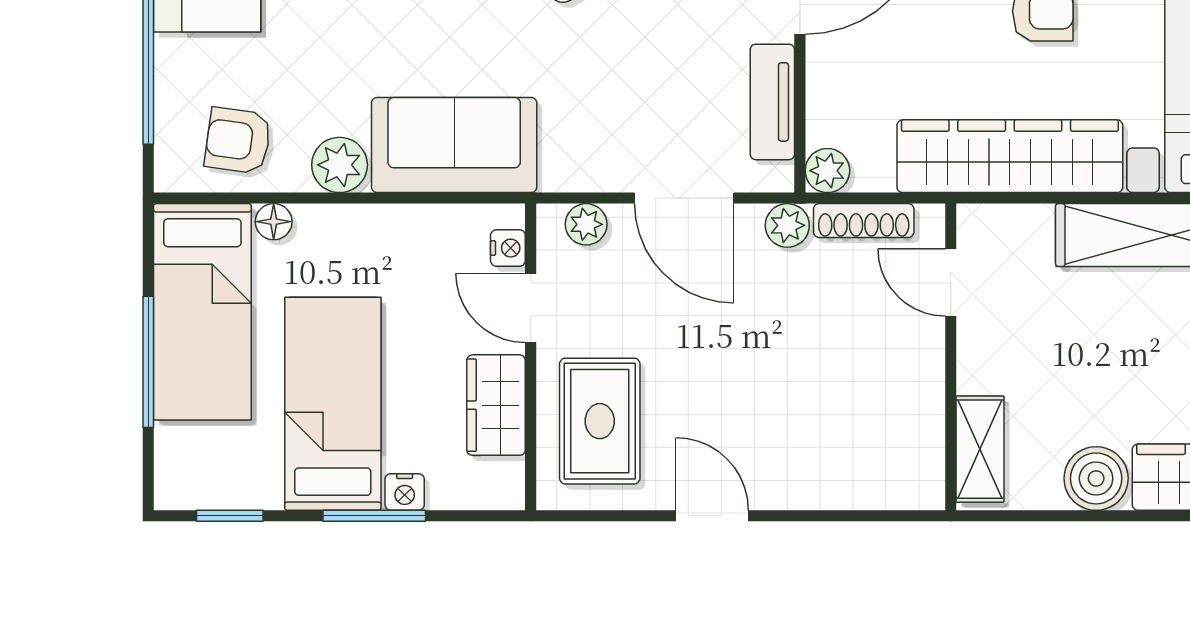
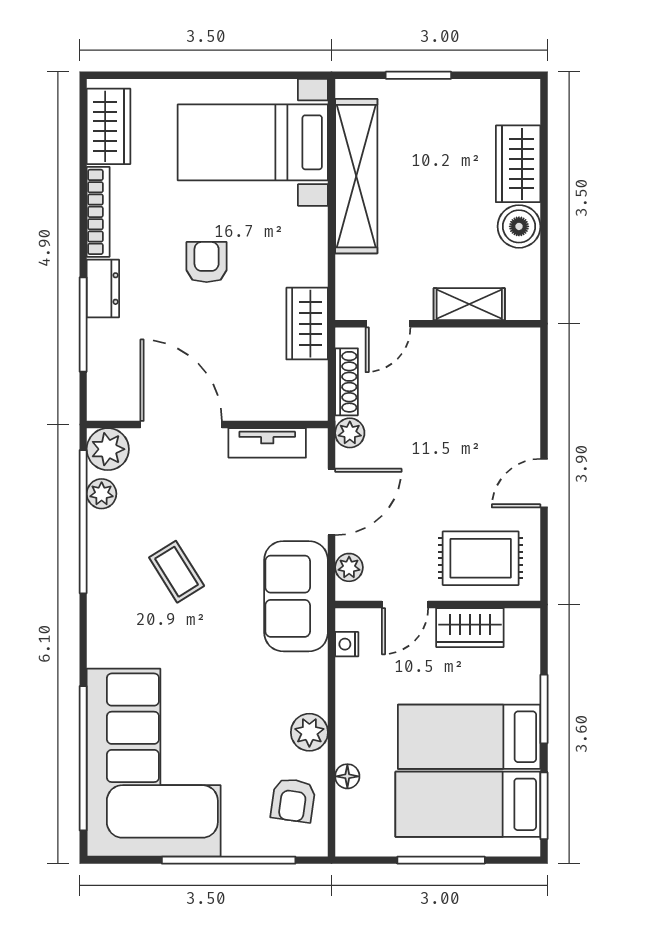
sofa: (454, 145) -> (296, 596), moved
wardrobe: (1010, 156) -> (307, 324), width x0.48, depth x0.85
plant: (827, 171) -> (313, 406), removed
nightstand: (508, 248) -> (347, 644), moved, turned -90
bed: (202, 312) -> (468, 804), moved, turned 180
shelving: (980, 449) -> (469, 304), moved
nightstand: (405, 492) -> (528, 689), removed
window: (230, 516) -> (544, 806), width x1.50

